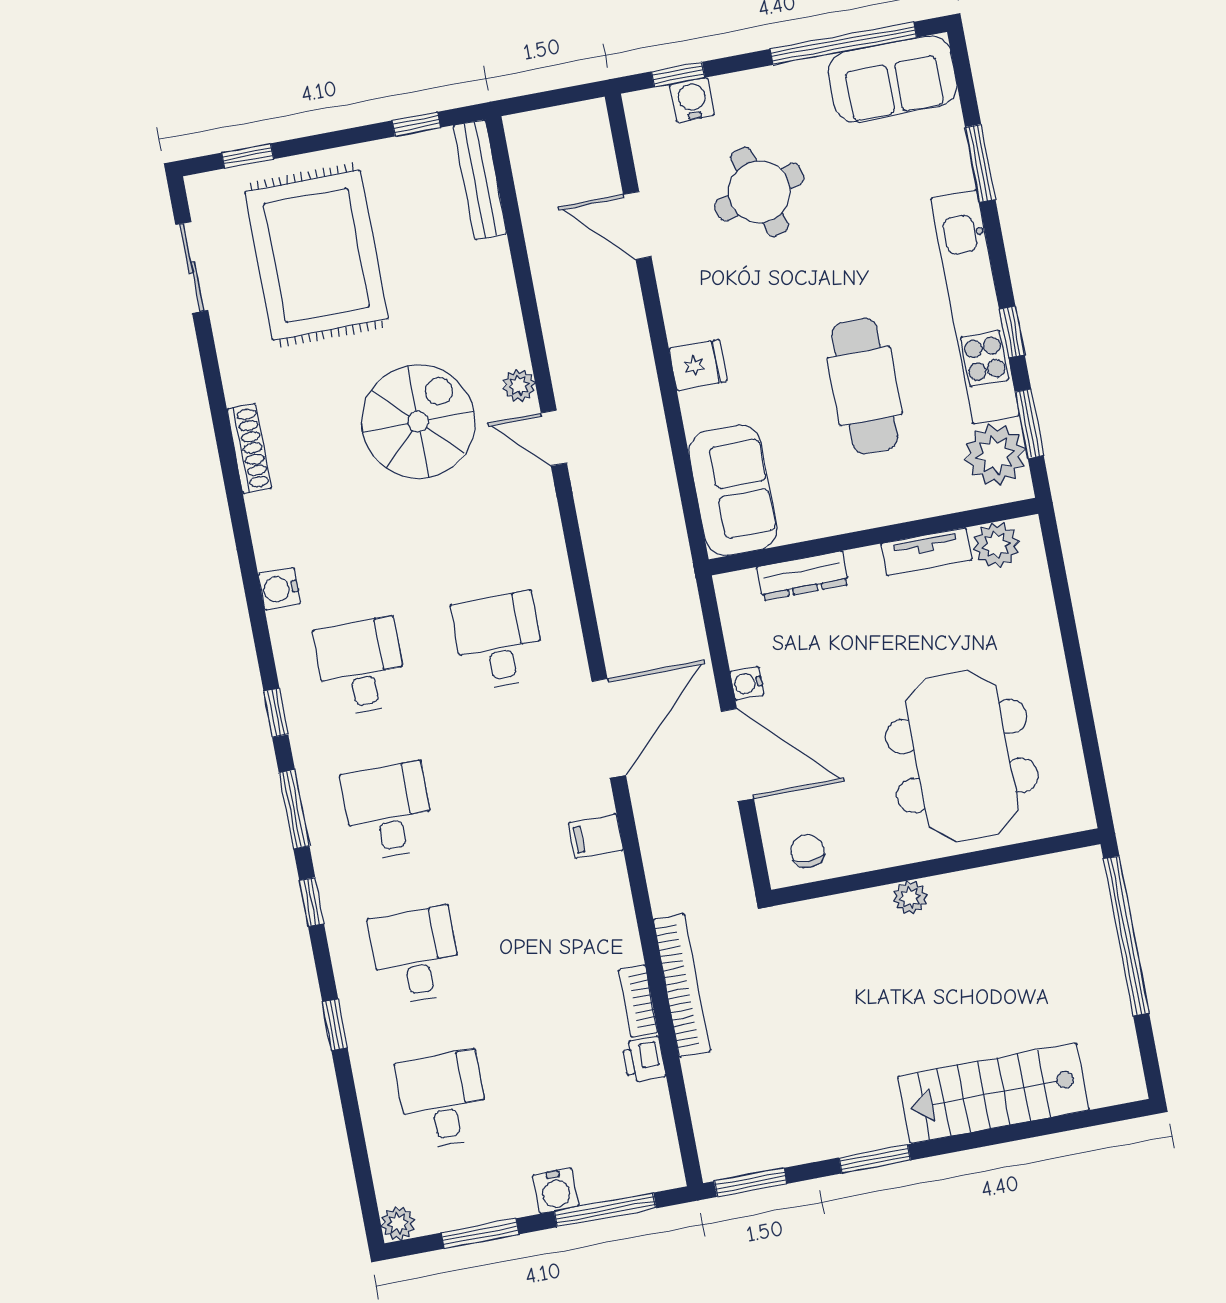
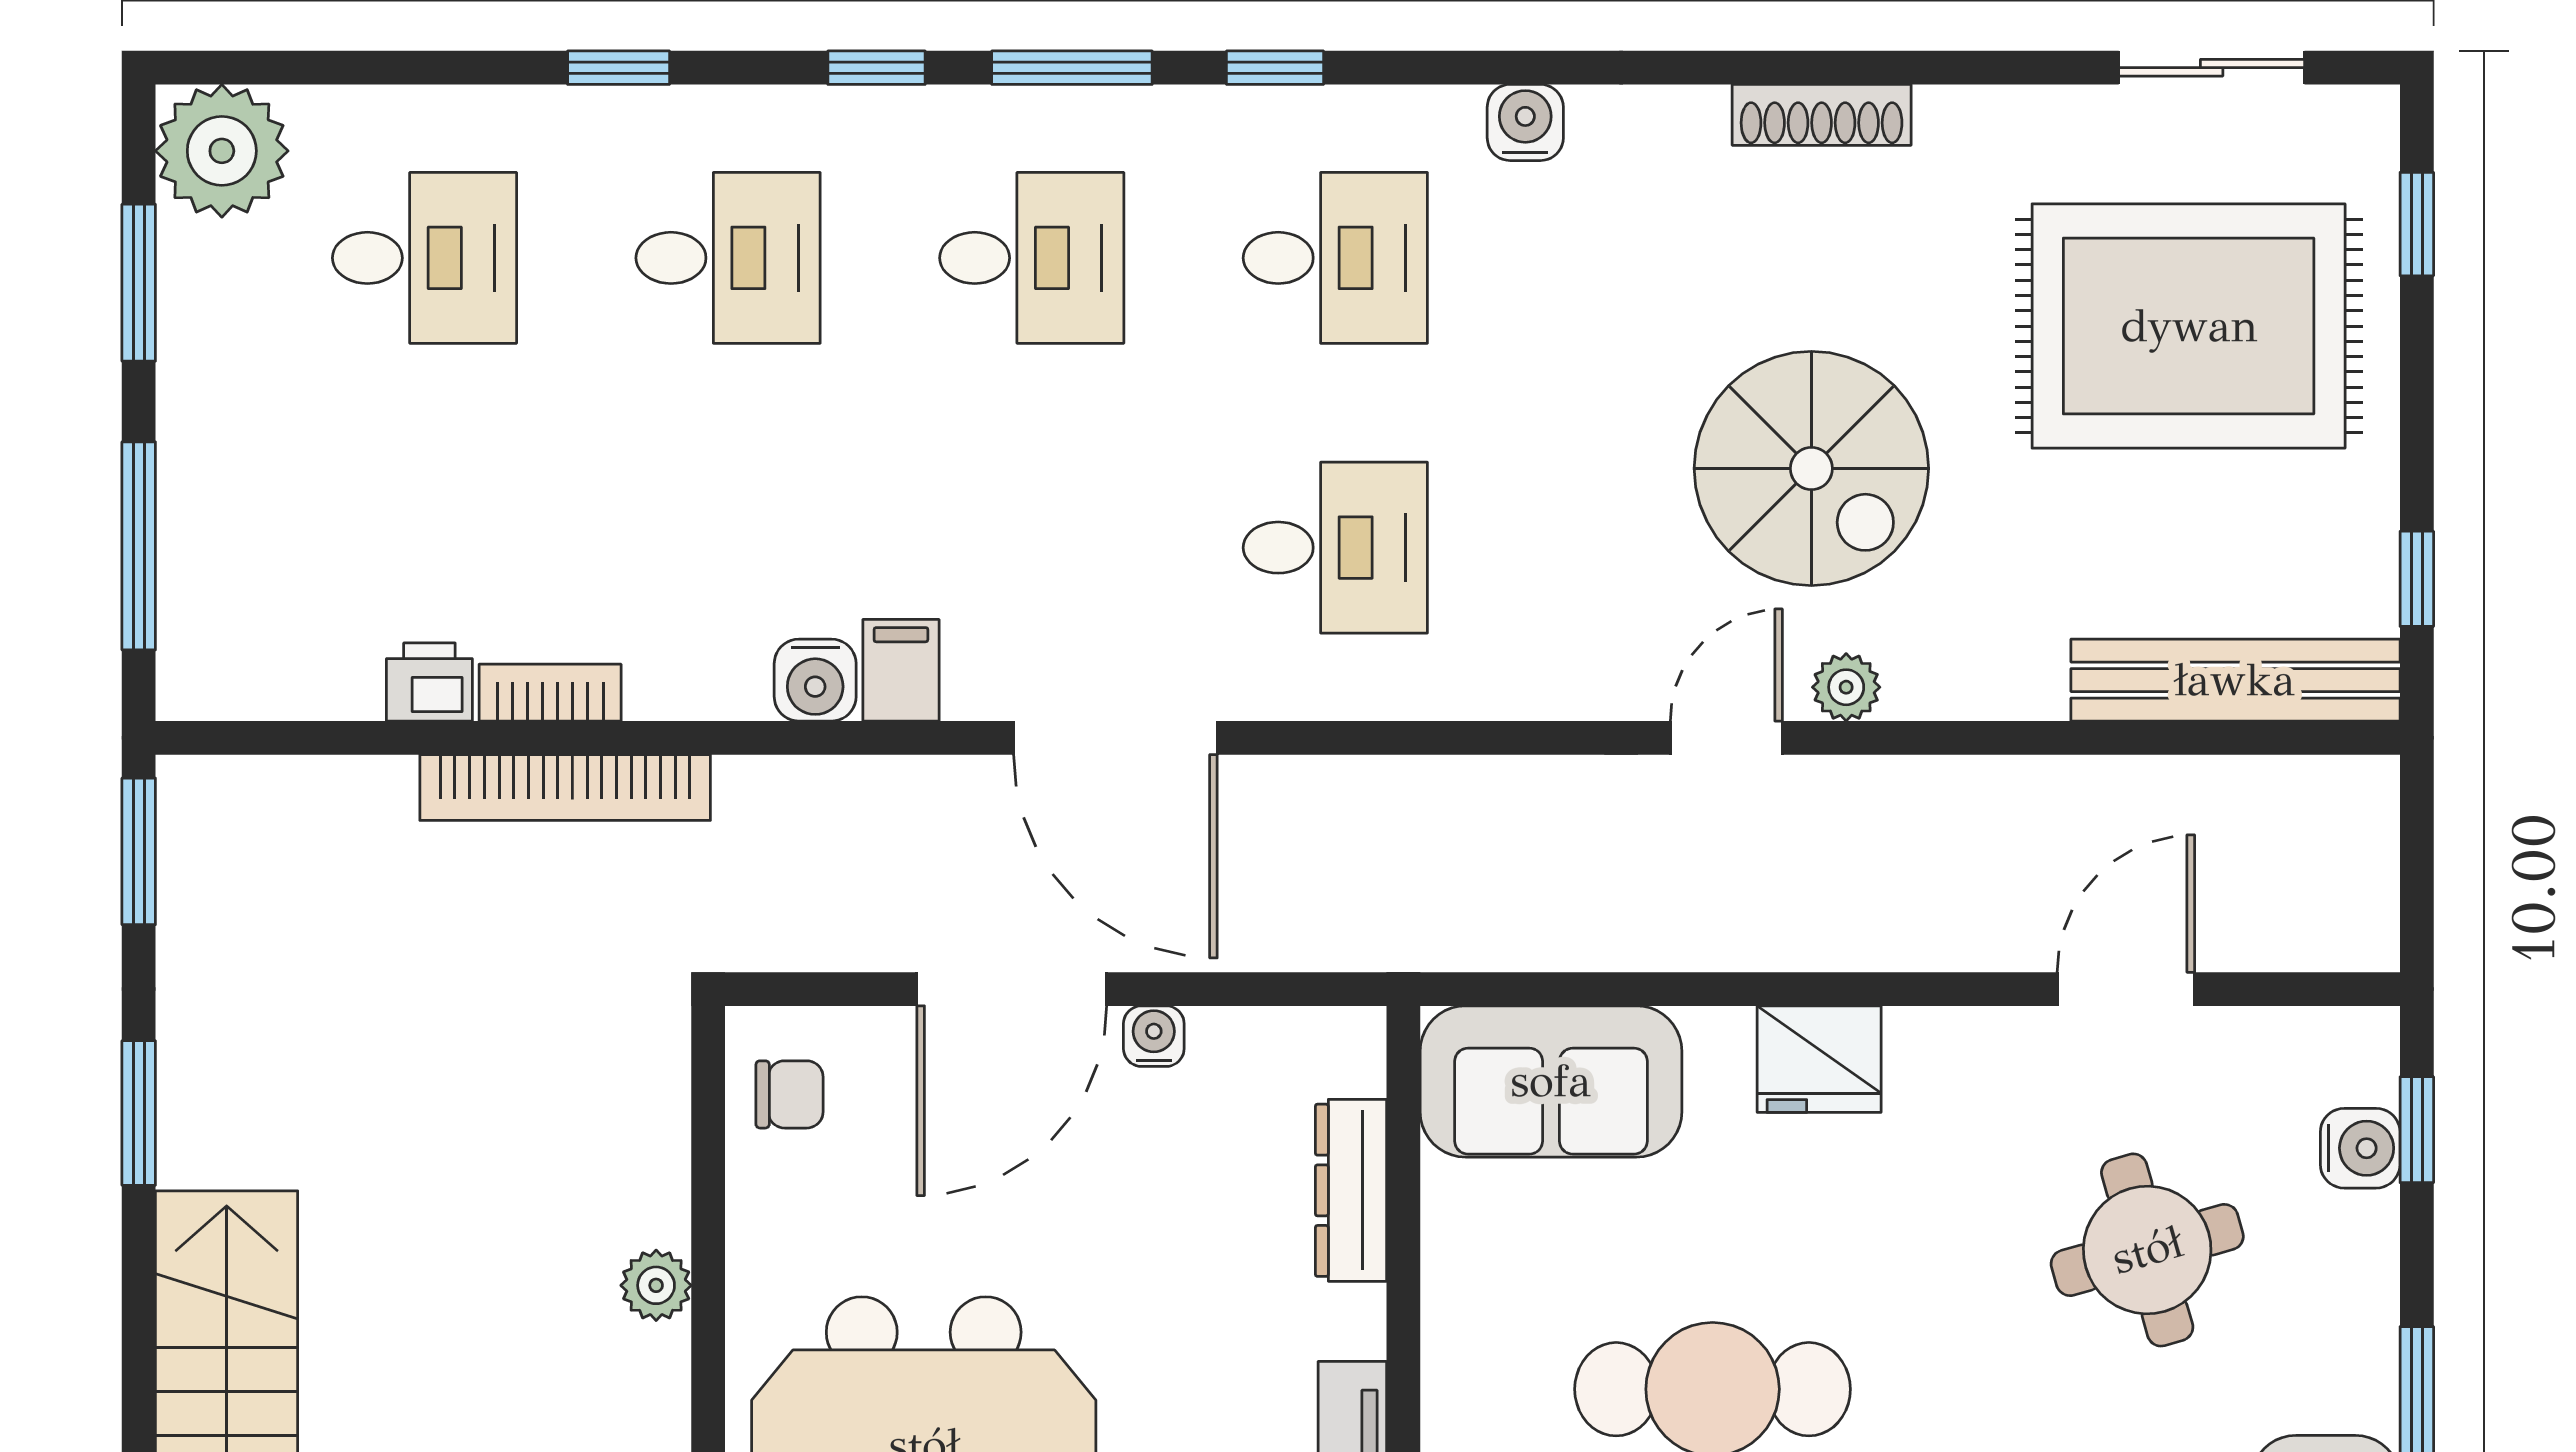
bench: (480, 179) -> (2235, 680), width x1.37, depth x1.21
fridge: (698, 365) -> (1819, 1059), width x1.38
water cooler: (556, 1191) -> (815, 680), moved, turned -90
plant: (398, 1223) -> (222, 151), width x1.87, depth x1.87

